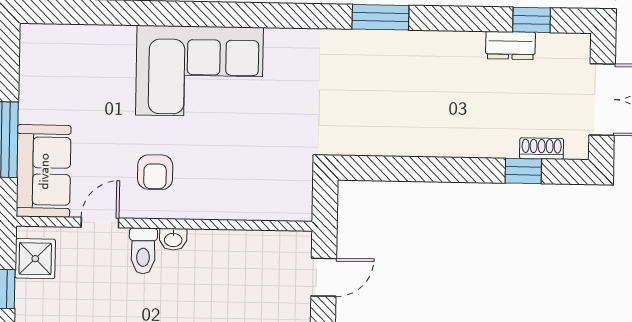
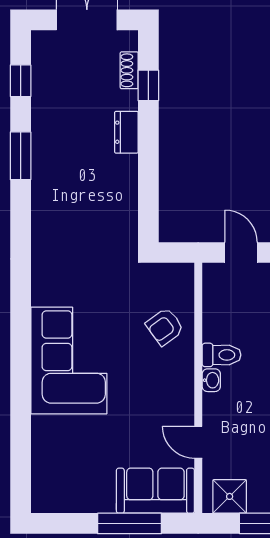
window: (380, 17) -> (21, 156), moved
dresser: (510, 45) -> (126, 132), moved, turned 180
armchair: (155, 172) -> (165, 327), moved, turned 144
toilet: (143, 251) -> (221, 355), moved

